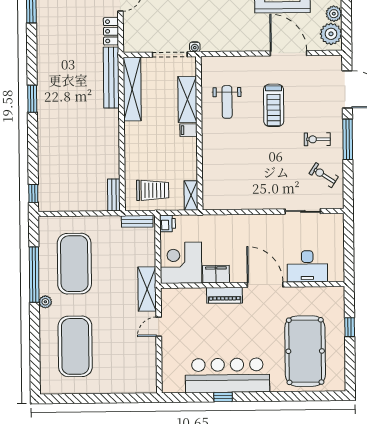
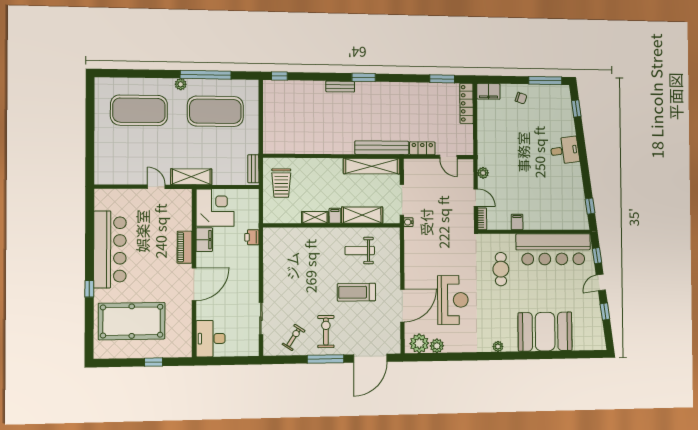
exercise bike: (317, 139) -> (326, 332), width x1.38, depth x1.39
bench: (114, 195) -> (340, 87), moved
shelving: (191, 195) -> (315, 217), moved
printer: (168, 223) -> (252, 237), moved, turned 90
desk: (307, 266) -> (211, 339), moved
window: (223, 397) -> (89, 289), moved

